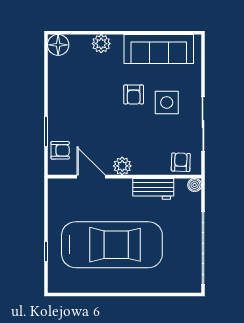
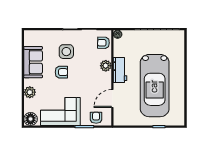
sofa: (159, 49) -> (33, 62), width x0.73
corner sofa: (70, 93) -> (60, 111), added
plant: (122, 166) -> (106, 66), moved
workbench: (153, 189) -> (120, 70), moved
car: (112, 245) -> (155, 86), turned 180

